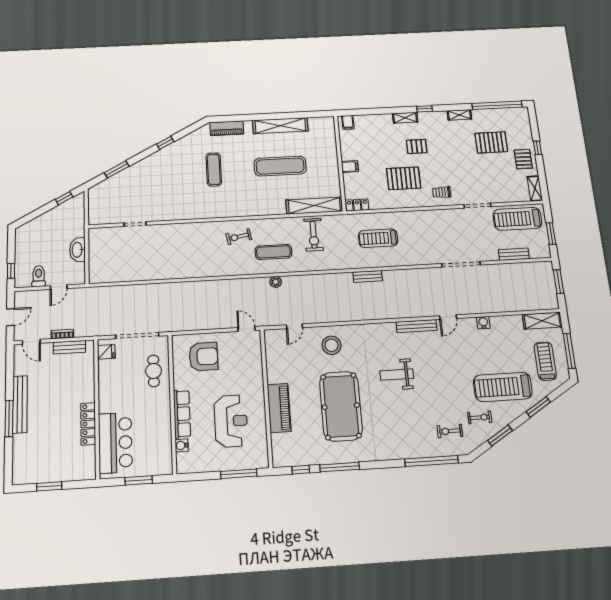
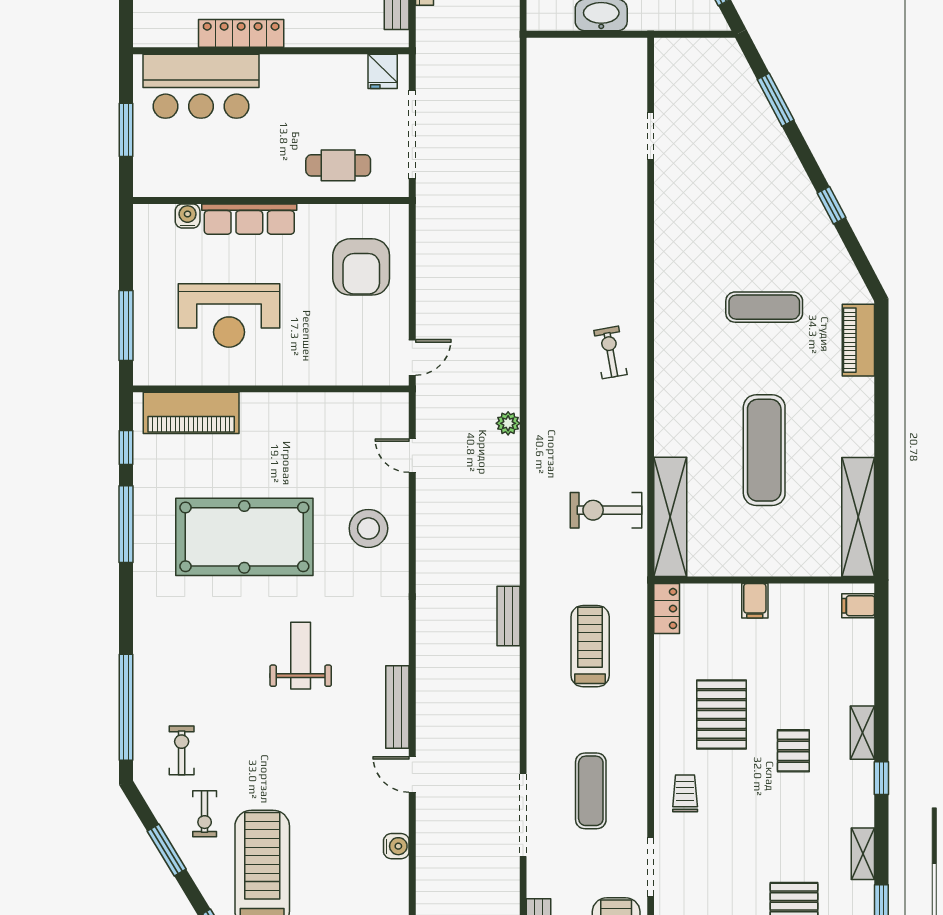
shelving: (280, 126) -> (858, 517), moved
exercise mat: (273, 252) -> (591, 791), moved
piano: (279, 408) -> (191, 413), moved

